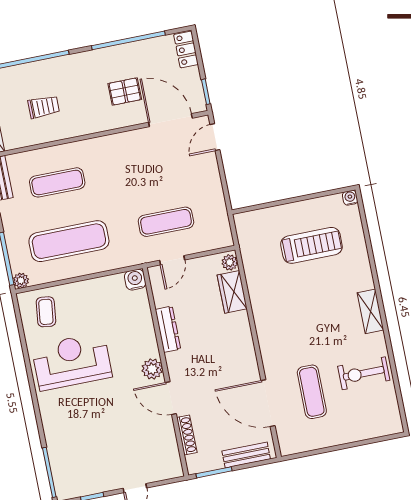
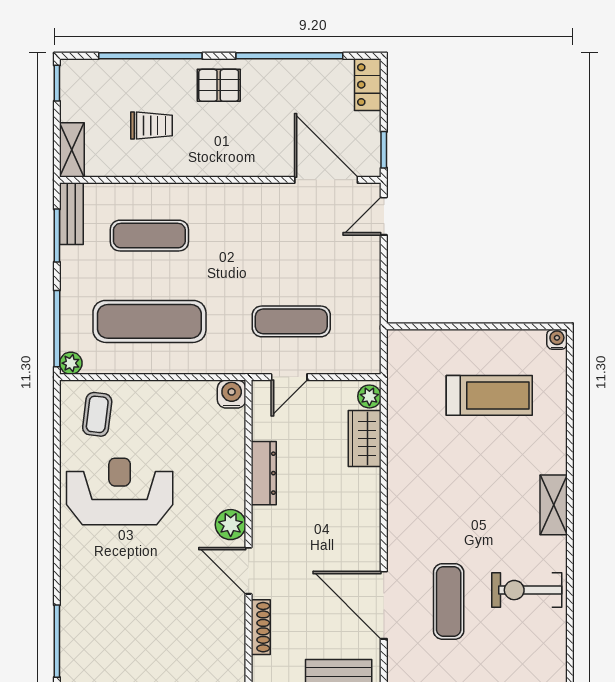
pallet: (125, 91) -> (219, 85), moved

